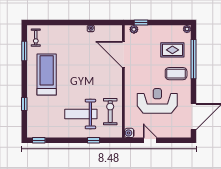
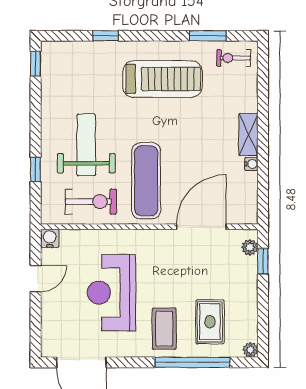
shelving: (75, 30) -> (248, 135), added
exercise mat: (99, 83) -> (146, 181), added
reception desk: (157, 101) -> (111, 293), turned 180

